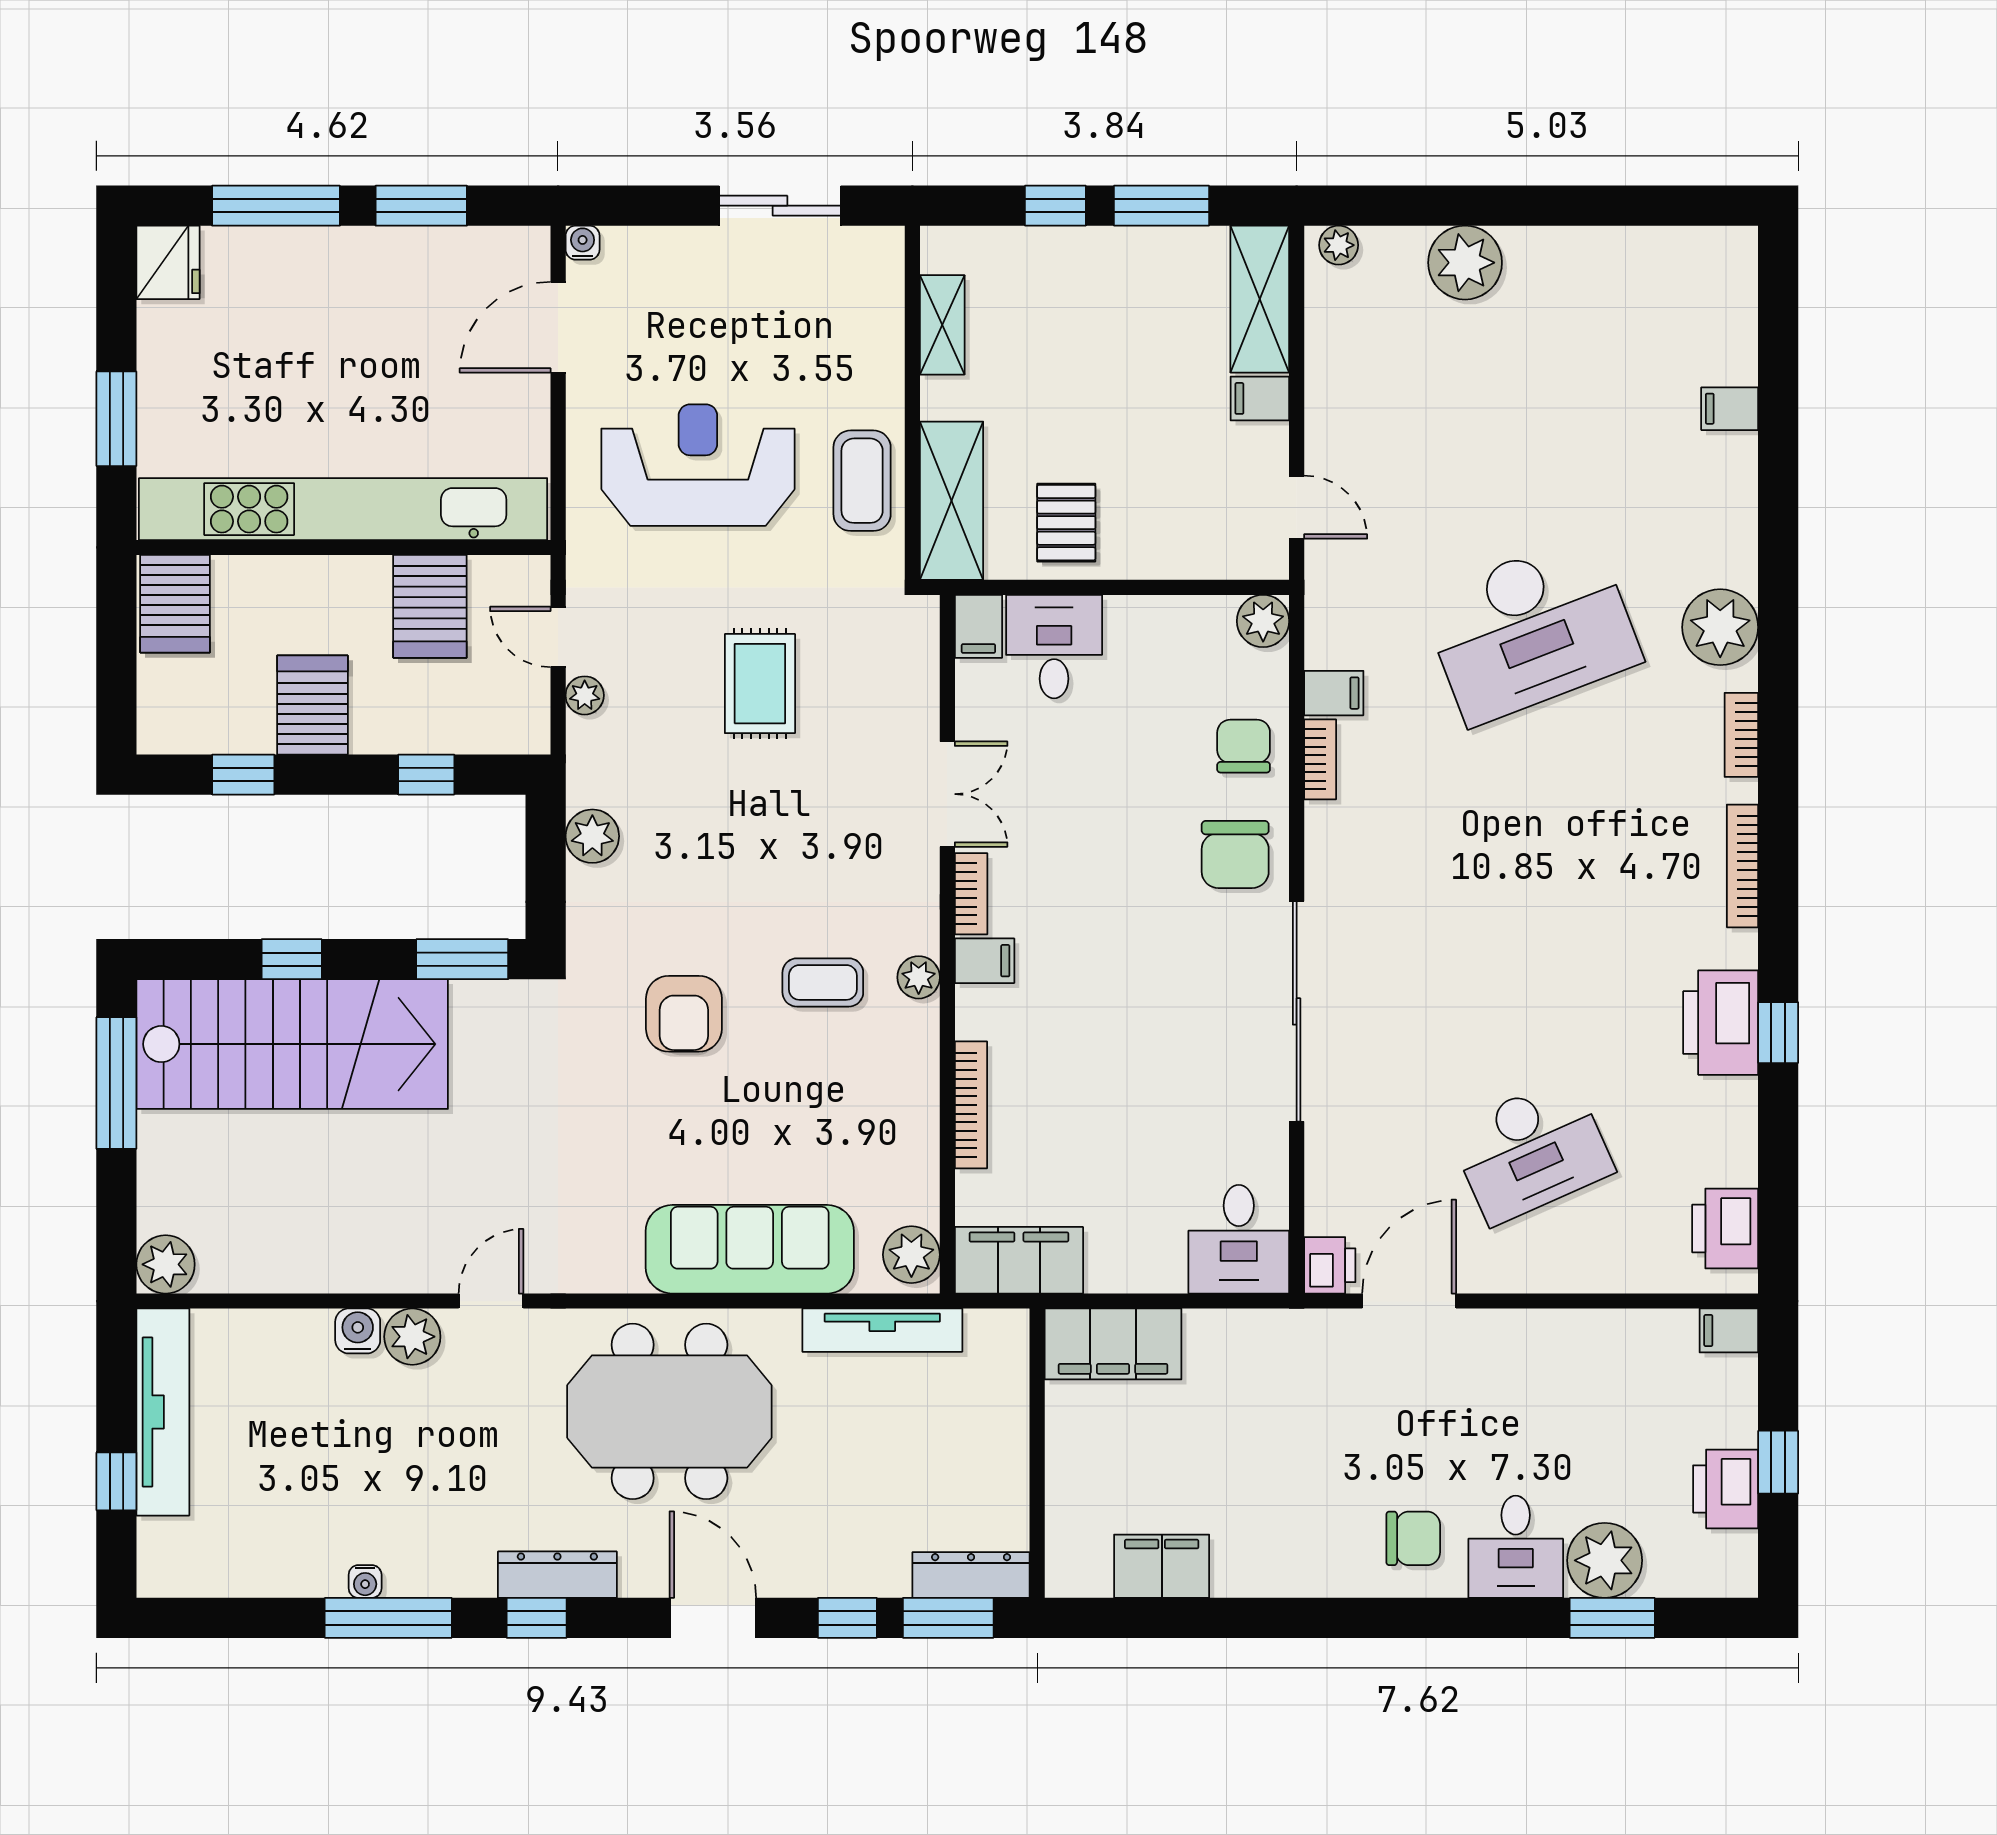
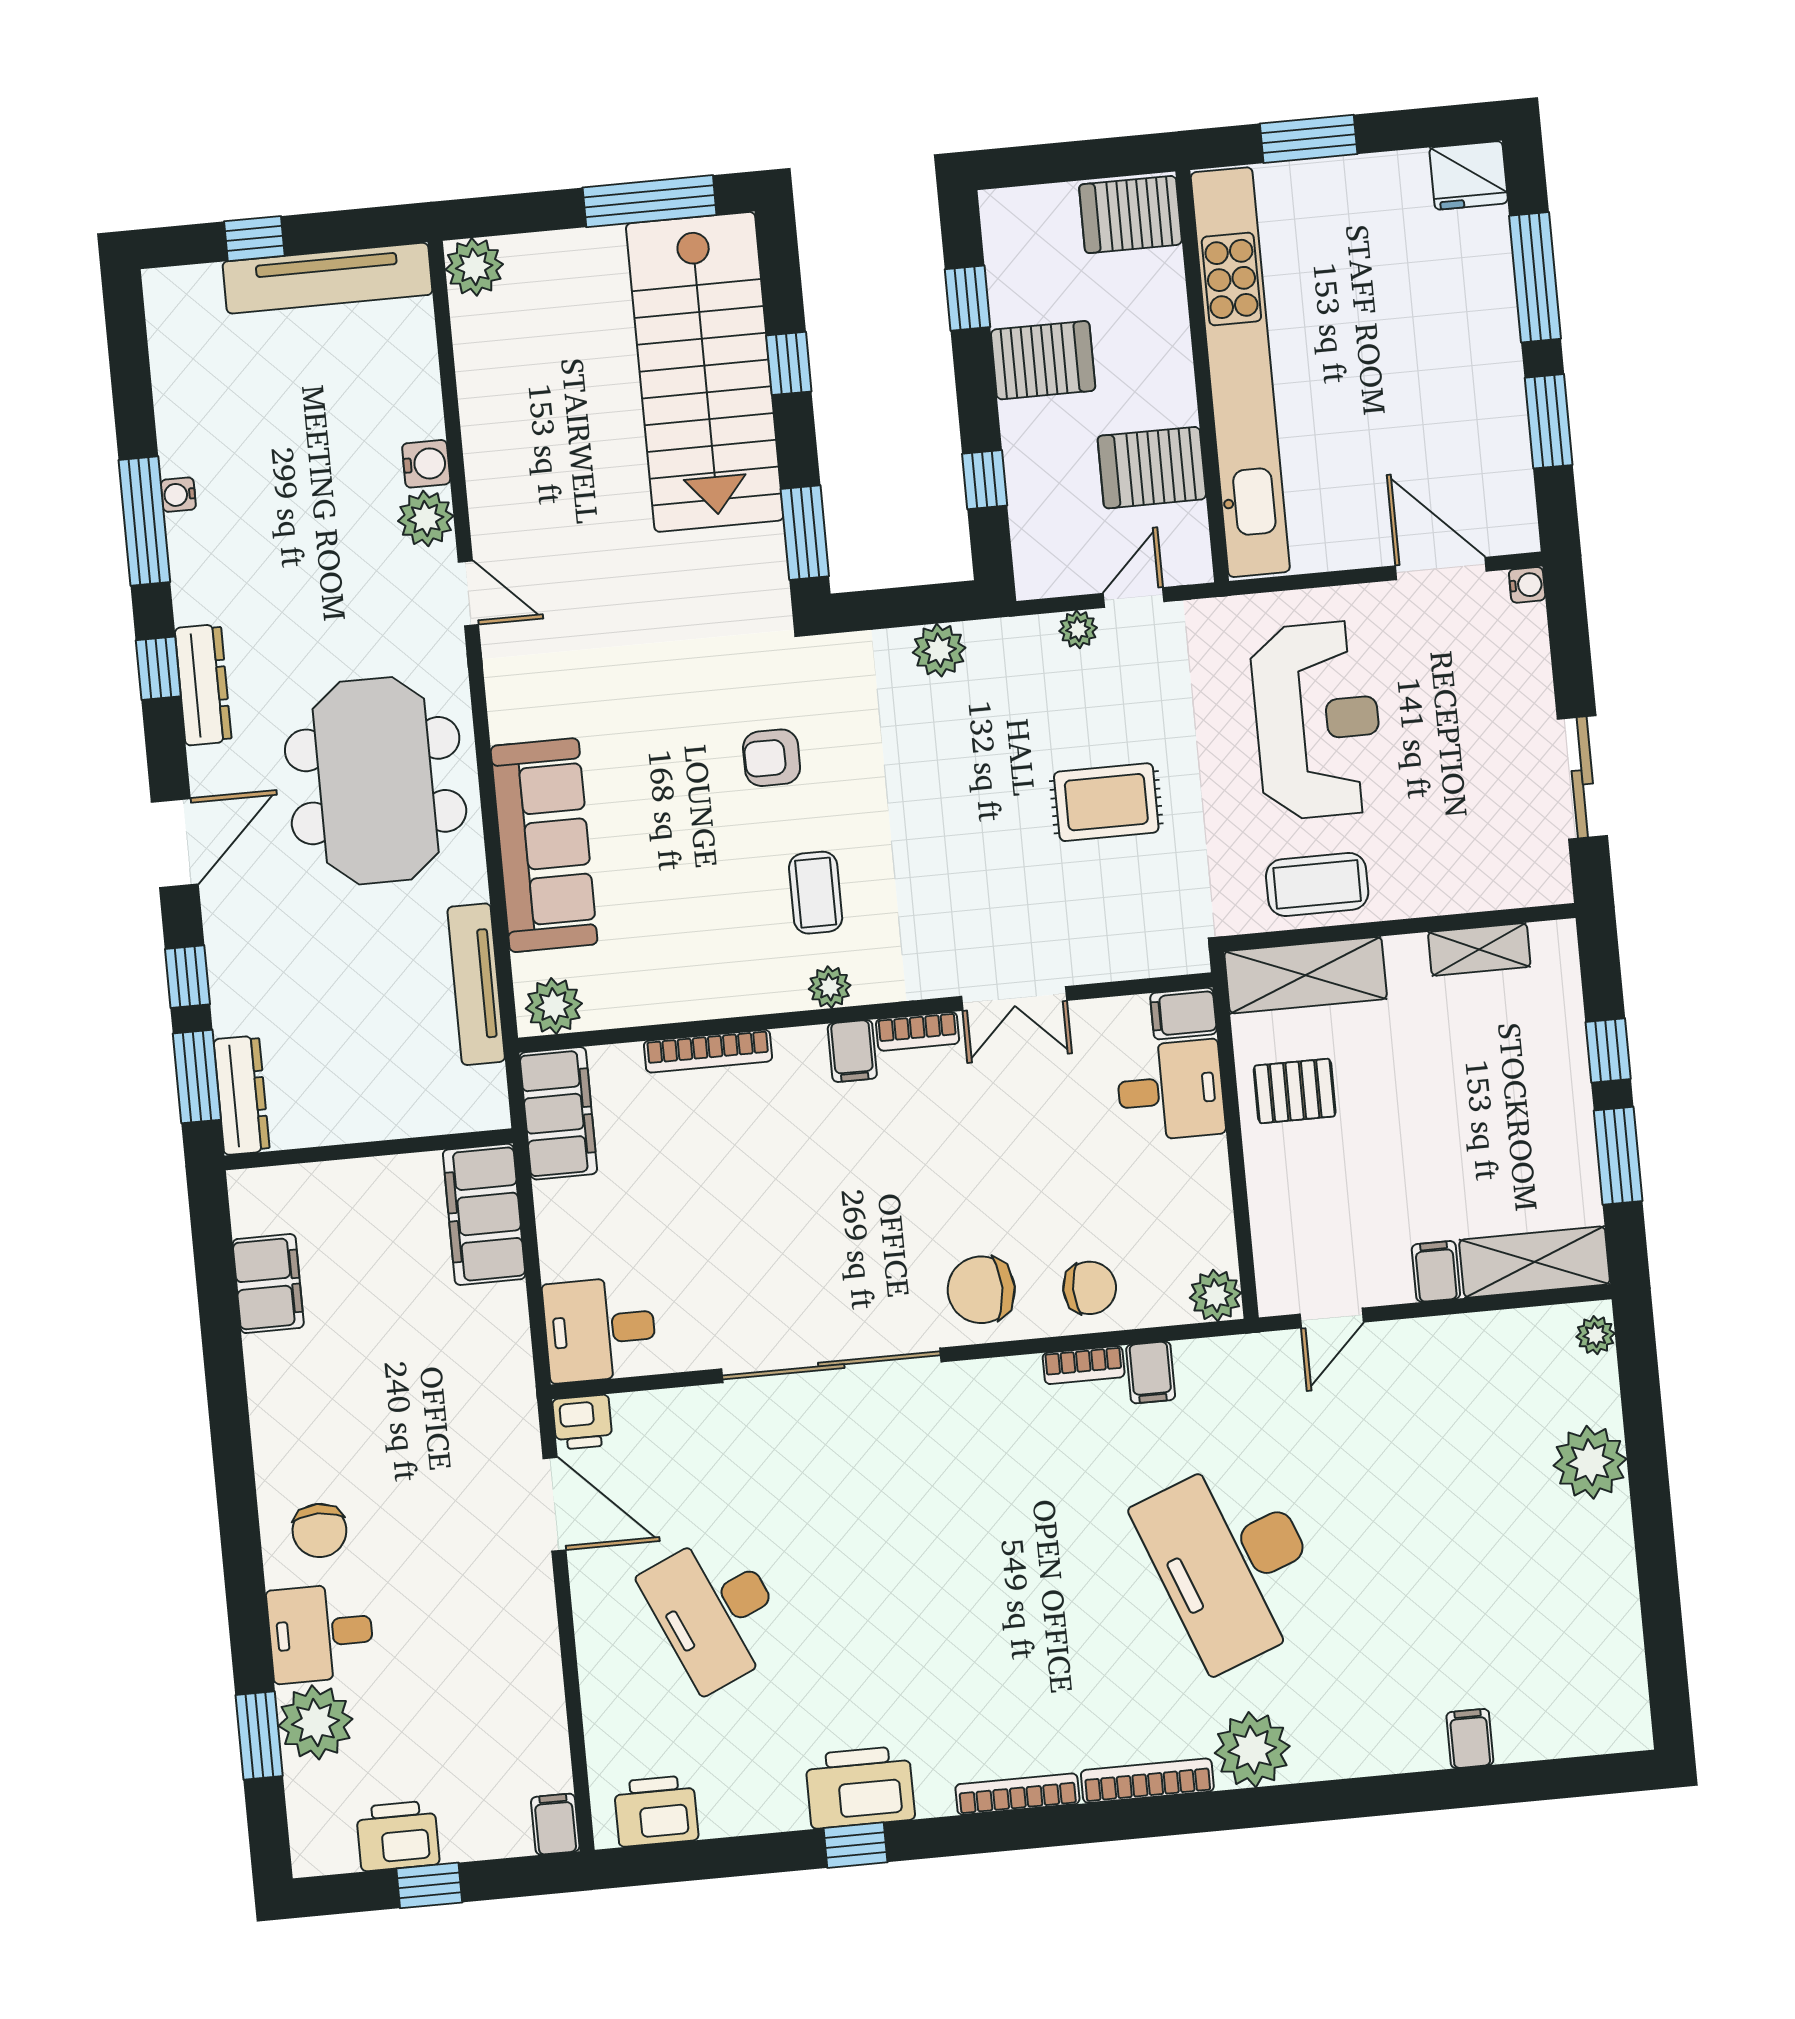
bookcase: (1741, 735) -> (1147, 1781), width x1.56
armchair: (684, 1014) -> (772, 758), width x0.72, depth x0.72

